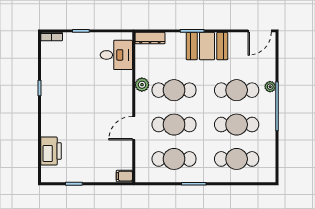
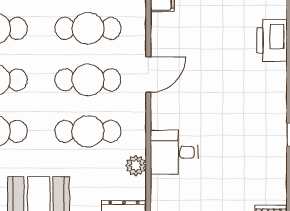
desk: (116, 55) -> (174, 152), moved
plant: (142, 85) -> (136, 166), moved

